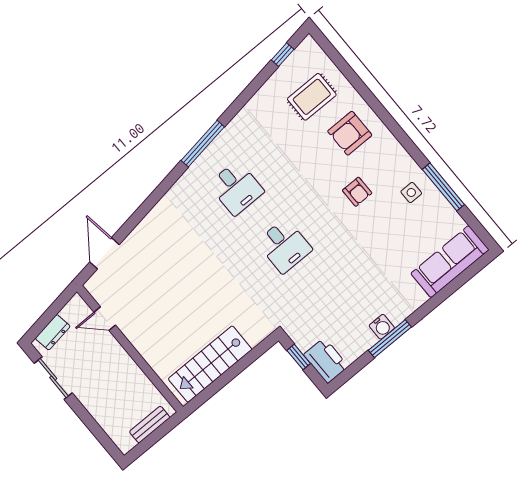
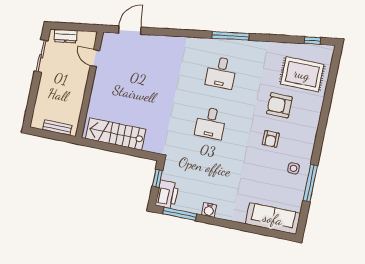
rug: (312, 97) -> (302, 74), width x1.36, depth x1.43
armchair: (350, 133) -> (279, 105), moved
window: (390, 339) -> (180, 214), moved

